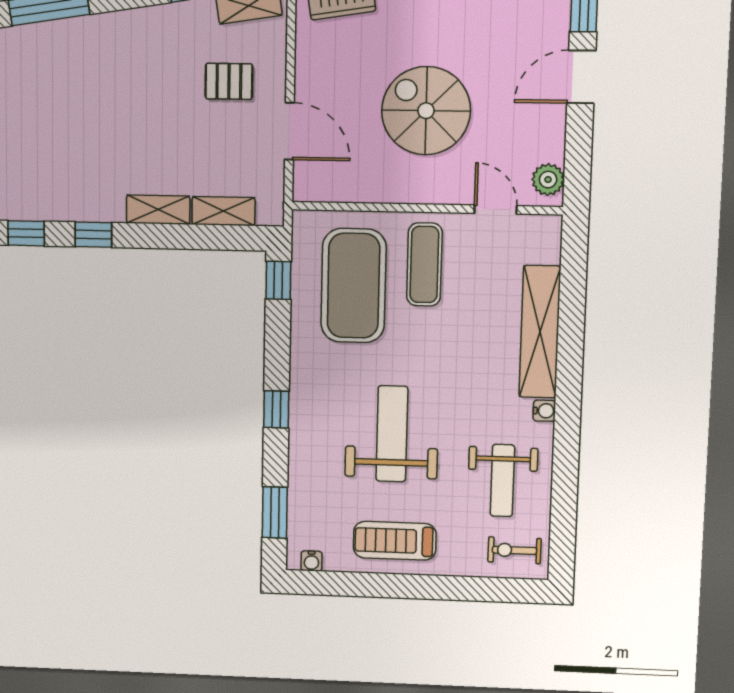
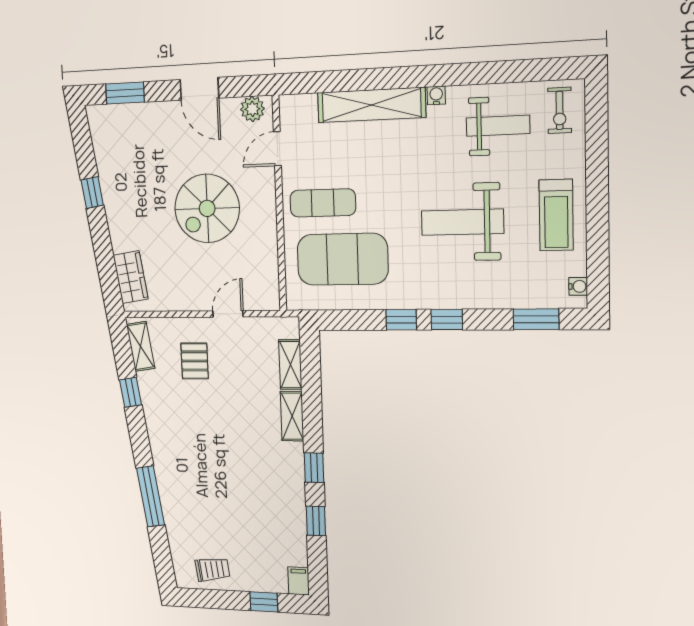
door: (581, 77) -> (199, 89), moved
door: (289, 131) -> (228, 314), width x0.73
window: (278, 280) -> (401, 320), moved

